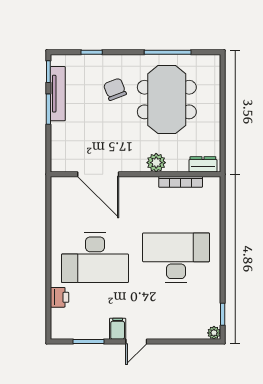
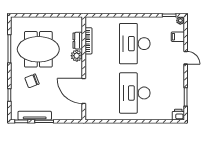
dresser: (203, 164) -> (78, 41), moved
door: (98, 174) -> (84, 91), swing flipped
desk: (95, 258) -> (135, 93), turned 180
printer: (60, 297) -> (178, 115), moved
filing cabinet: (118, 329) -> (178, 37), moved
door: (136, 341) -> (186, 58), moved

